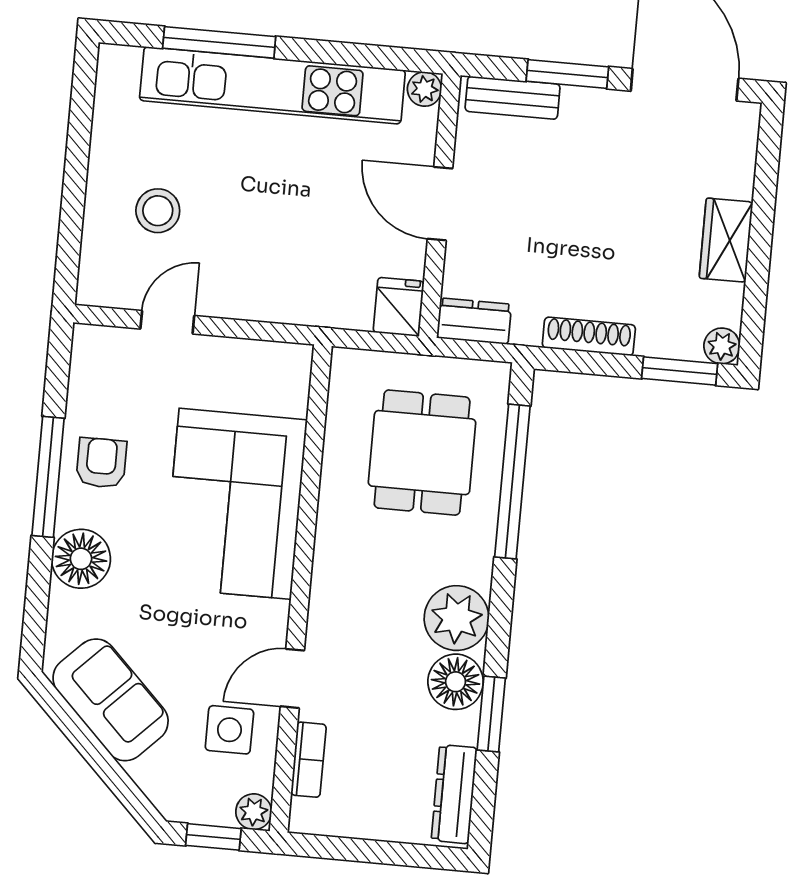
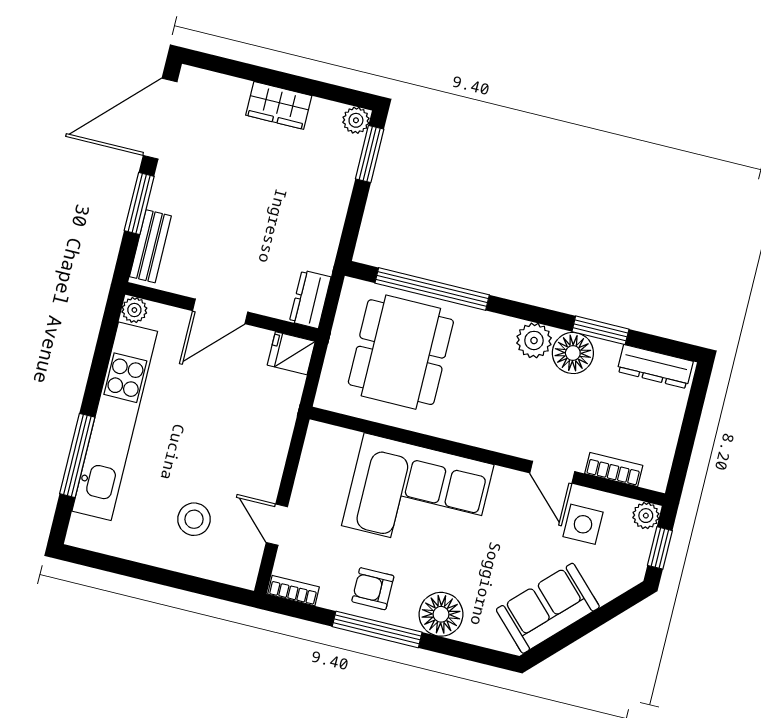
shoe rack: (589, 336) -> (334, 217), removed
bookcase: (83, 358) -> (293, 591), added
dining table: (422, 453) -> (401, 352), width x1.38
plant: (457, 618) -> (534, 340), width x0.73, depth x0.73

